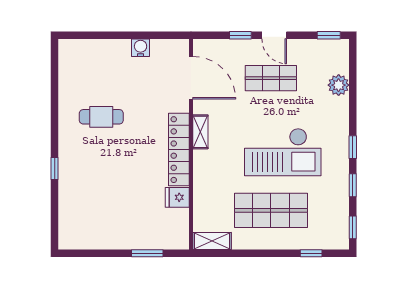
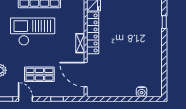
door: (274, 35) -> (25, 99), moved
water cooler: (141, 48) -> (142, 92), moved
cafe table: (101, 117) -> (137, 52), removed

